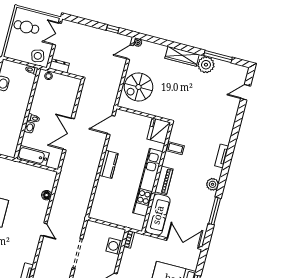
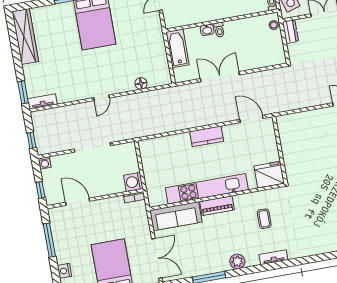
spiral stairs: (139, 87) -> (307, 130), removed
coffee table: (175, 148) -> (264, 219), moved
washing machine: (114, 246) -> (133, 182), moved, turned -90

